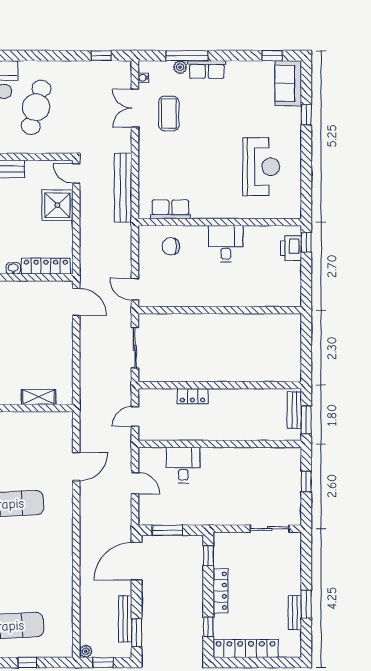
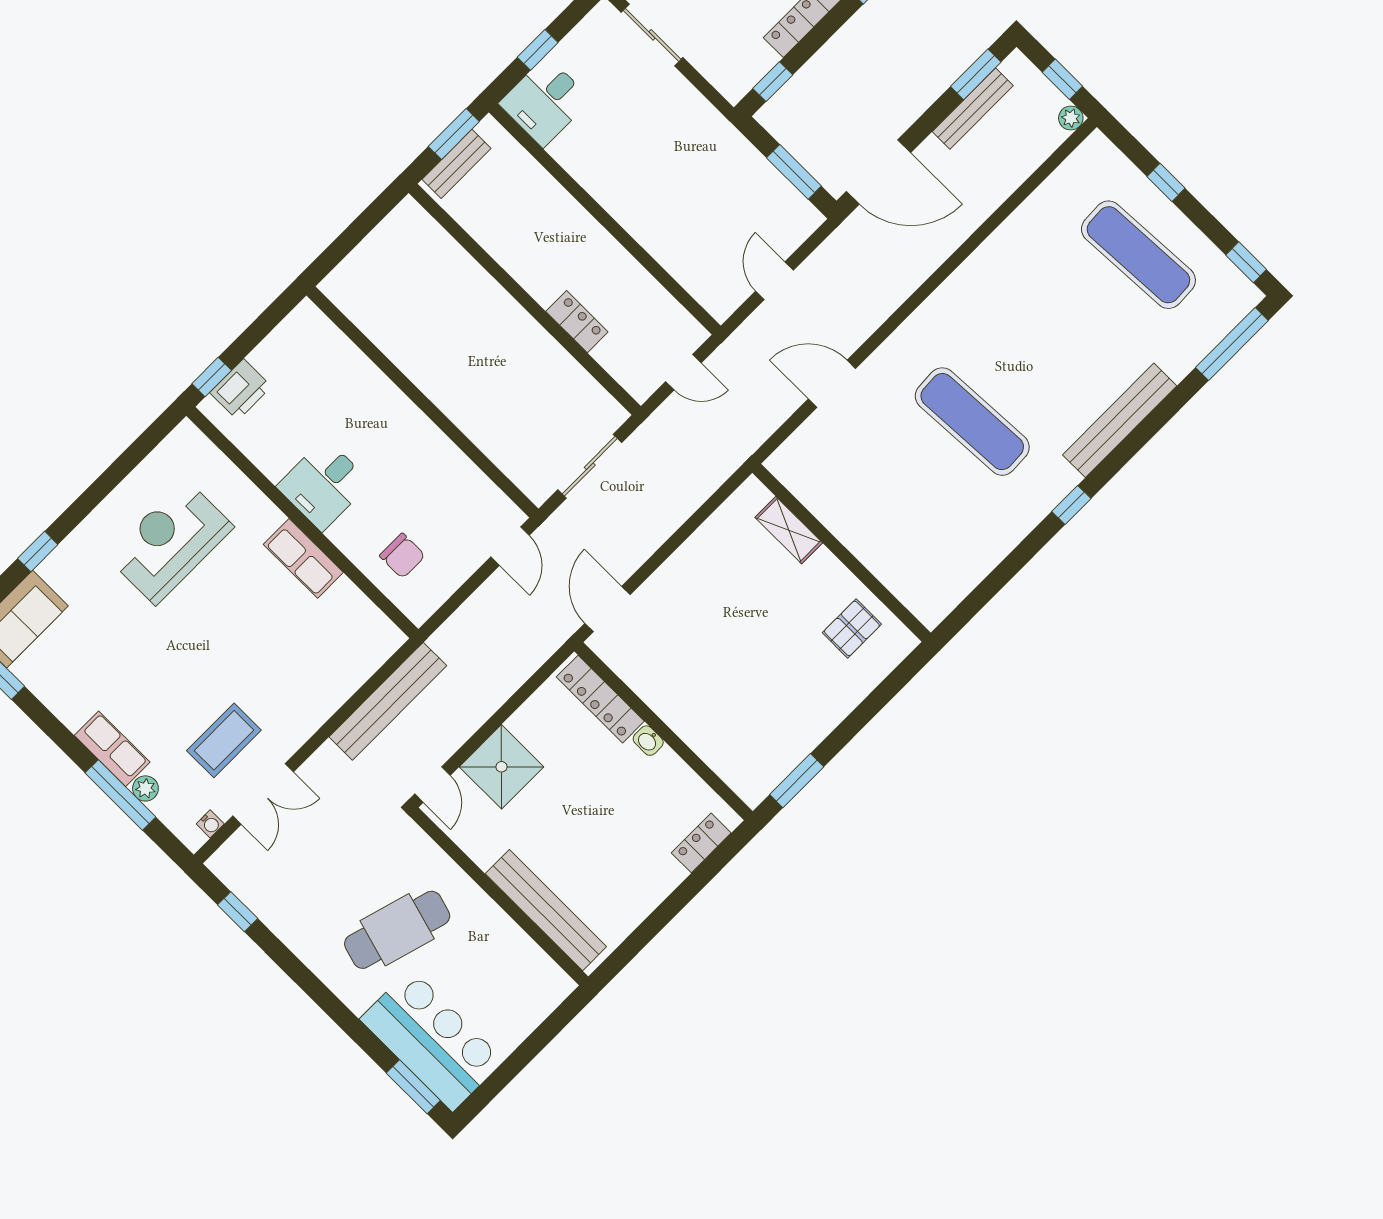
row of seats: (170, 209) -> (303, 558), moved
desk: (183, 465) -> (545, 102), moved

